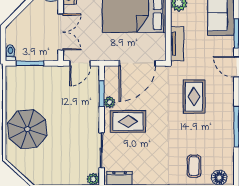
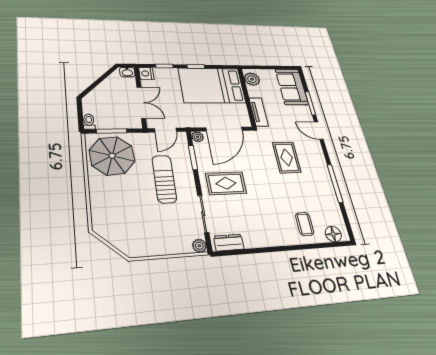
plant: (110, 102) -> (198, 137), moved
sun lounger: (72, 114) -> (164, 179), added
parasol: (27, 129) -> (112, 156), moved

